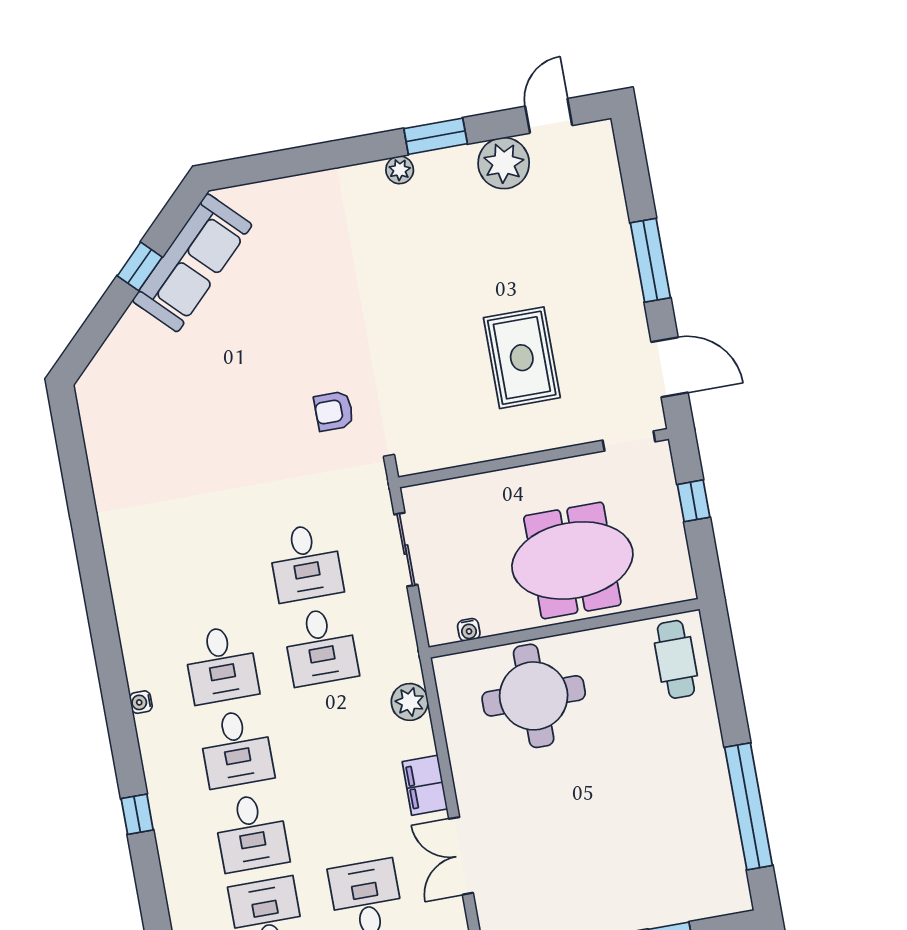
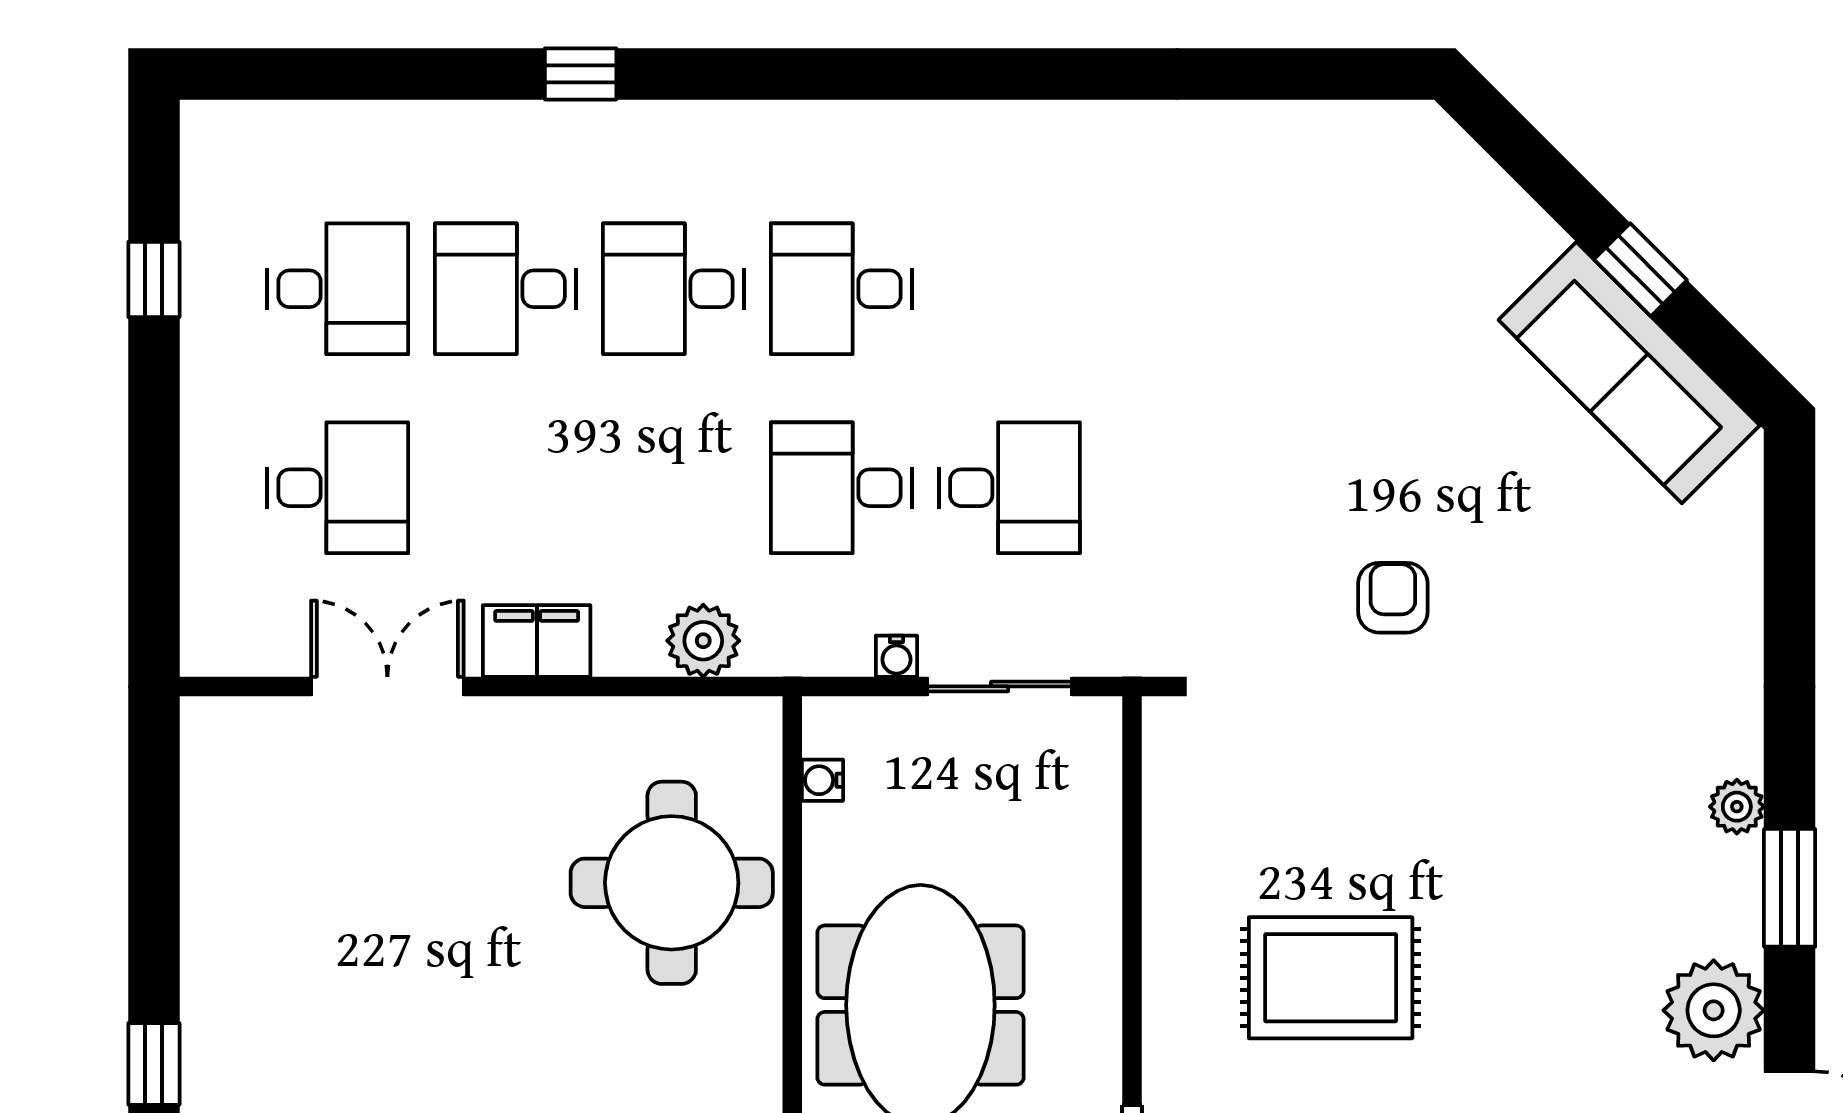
armchair: (334, 411) -> (1393, 598), moved
desk: (306, 563) -> (1009, 488), turned 180
water cooler: (141, 702) -> (896, 656), moved, turned 180

